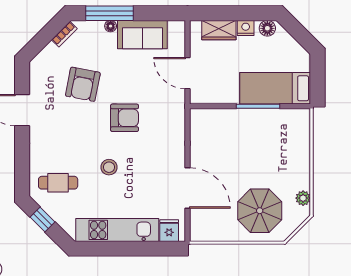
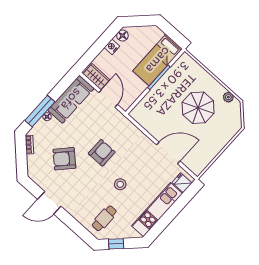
wardrobe: (219, 30) -> (96, 77), moved, turned -90
sofa: (142, 35) -> (71, 99), width x1.36
door: (187, 73) -> (108, 99), swing flipped
armchair: (83, 84) -> (64, 159), turned 122
parasol: (260, 211) -> (198, 108), moved

